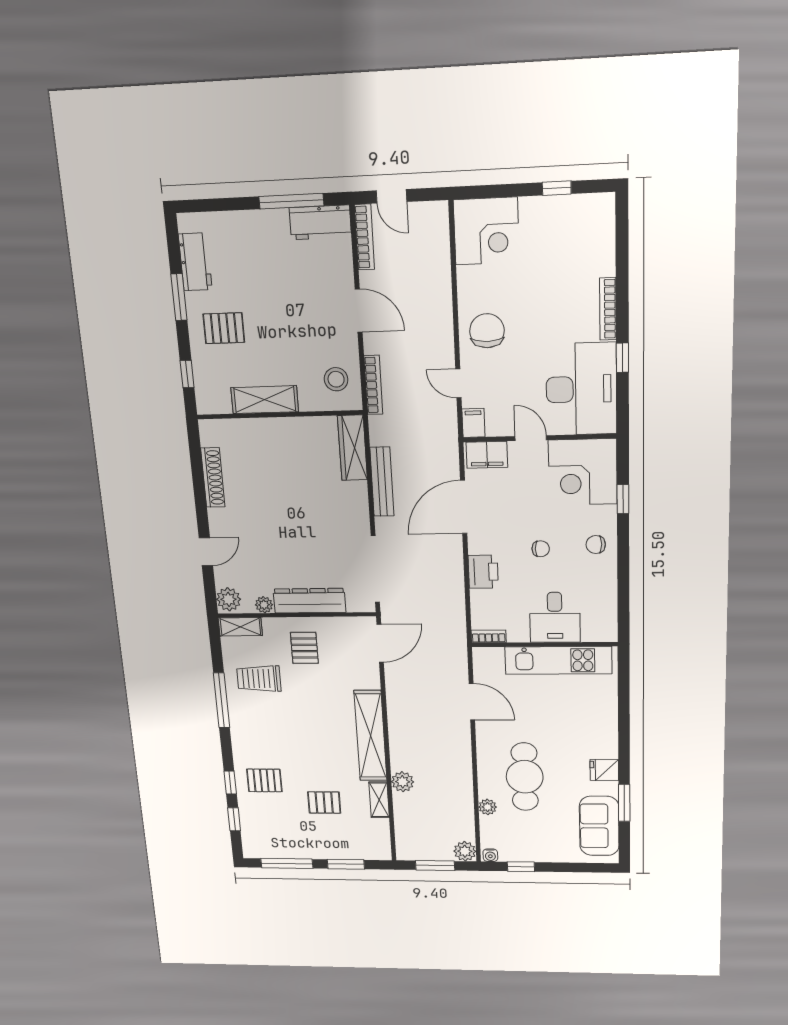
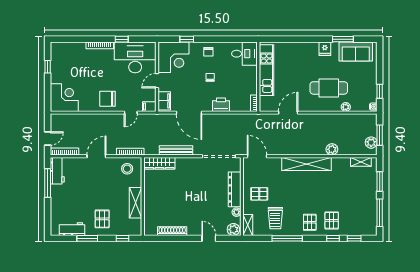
desk: (555, 617) -> (244, 54), moved
shelving: (379, 800) -> (361, 162), moved
pallet: (324, 803) -> (310, 222), moved
plant: (465, 851) -> (371, 143), moved

